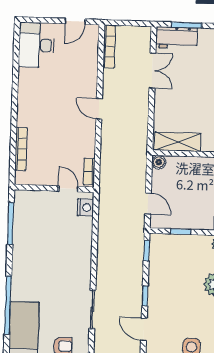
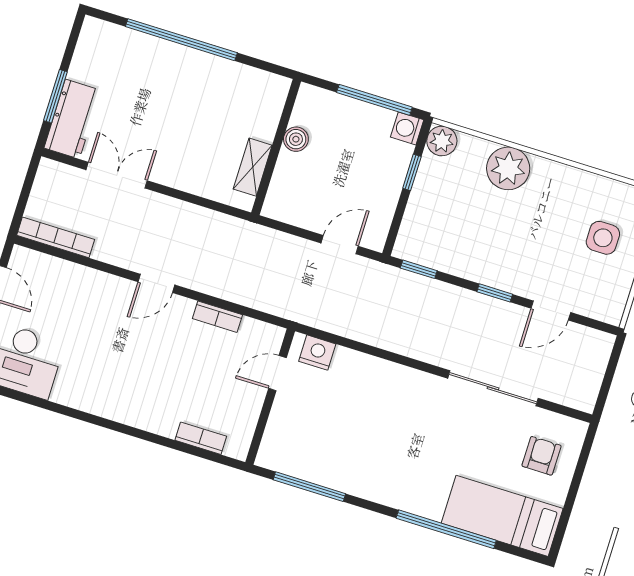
shelving: (178, 142) -> (253, 167), width x0.67, depth x0.75
bookcase: (21, 149) -> (201, 438), width x0.64
boiler: (159, 162) -> (296, 139), moved
bookcase: (89, 172) -> (217, 317), moved
window: (181, 232) -> (412, 172), moved
sliding door: (92, 309) -> (493, 388), width x1.37

